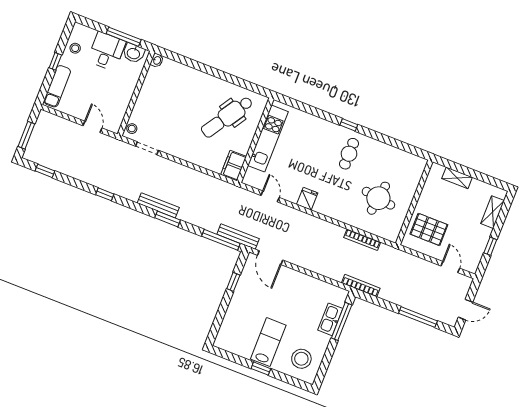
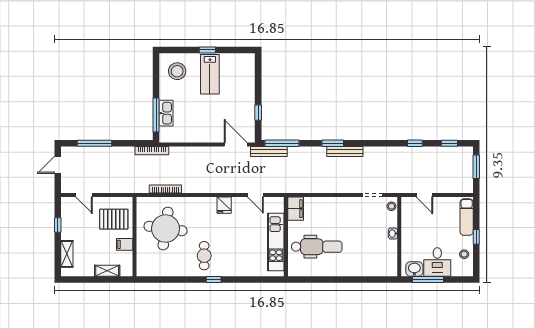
washbasin: (157, 60) -> (393, 234), moved
dental chair: (227, 117) -> (317, 247), turned 57
window: (105, 194) -> (415, 143), moved
round table: (378, 198) -> (166, 229), width x1.36, depth x1.36
filing cabinet: (428, 198) -> (125, 244), added

